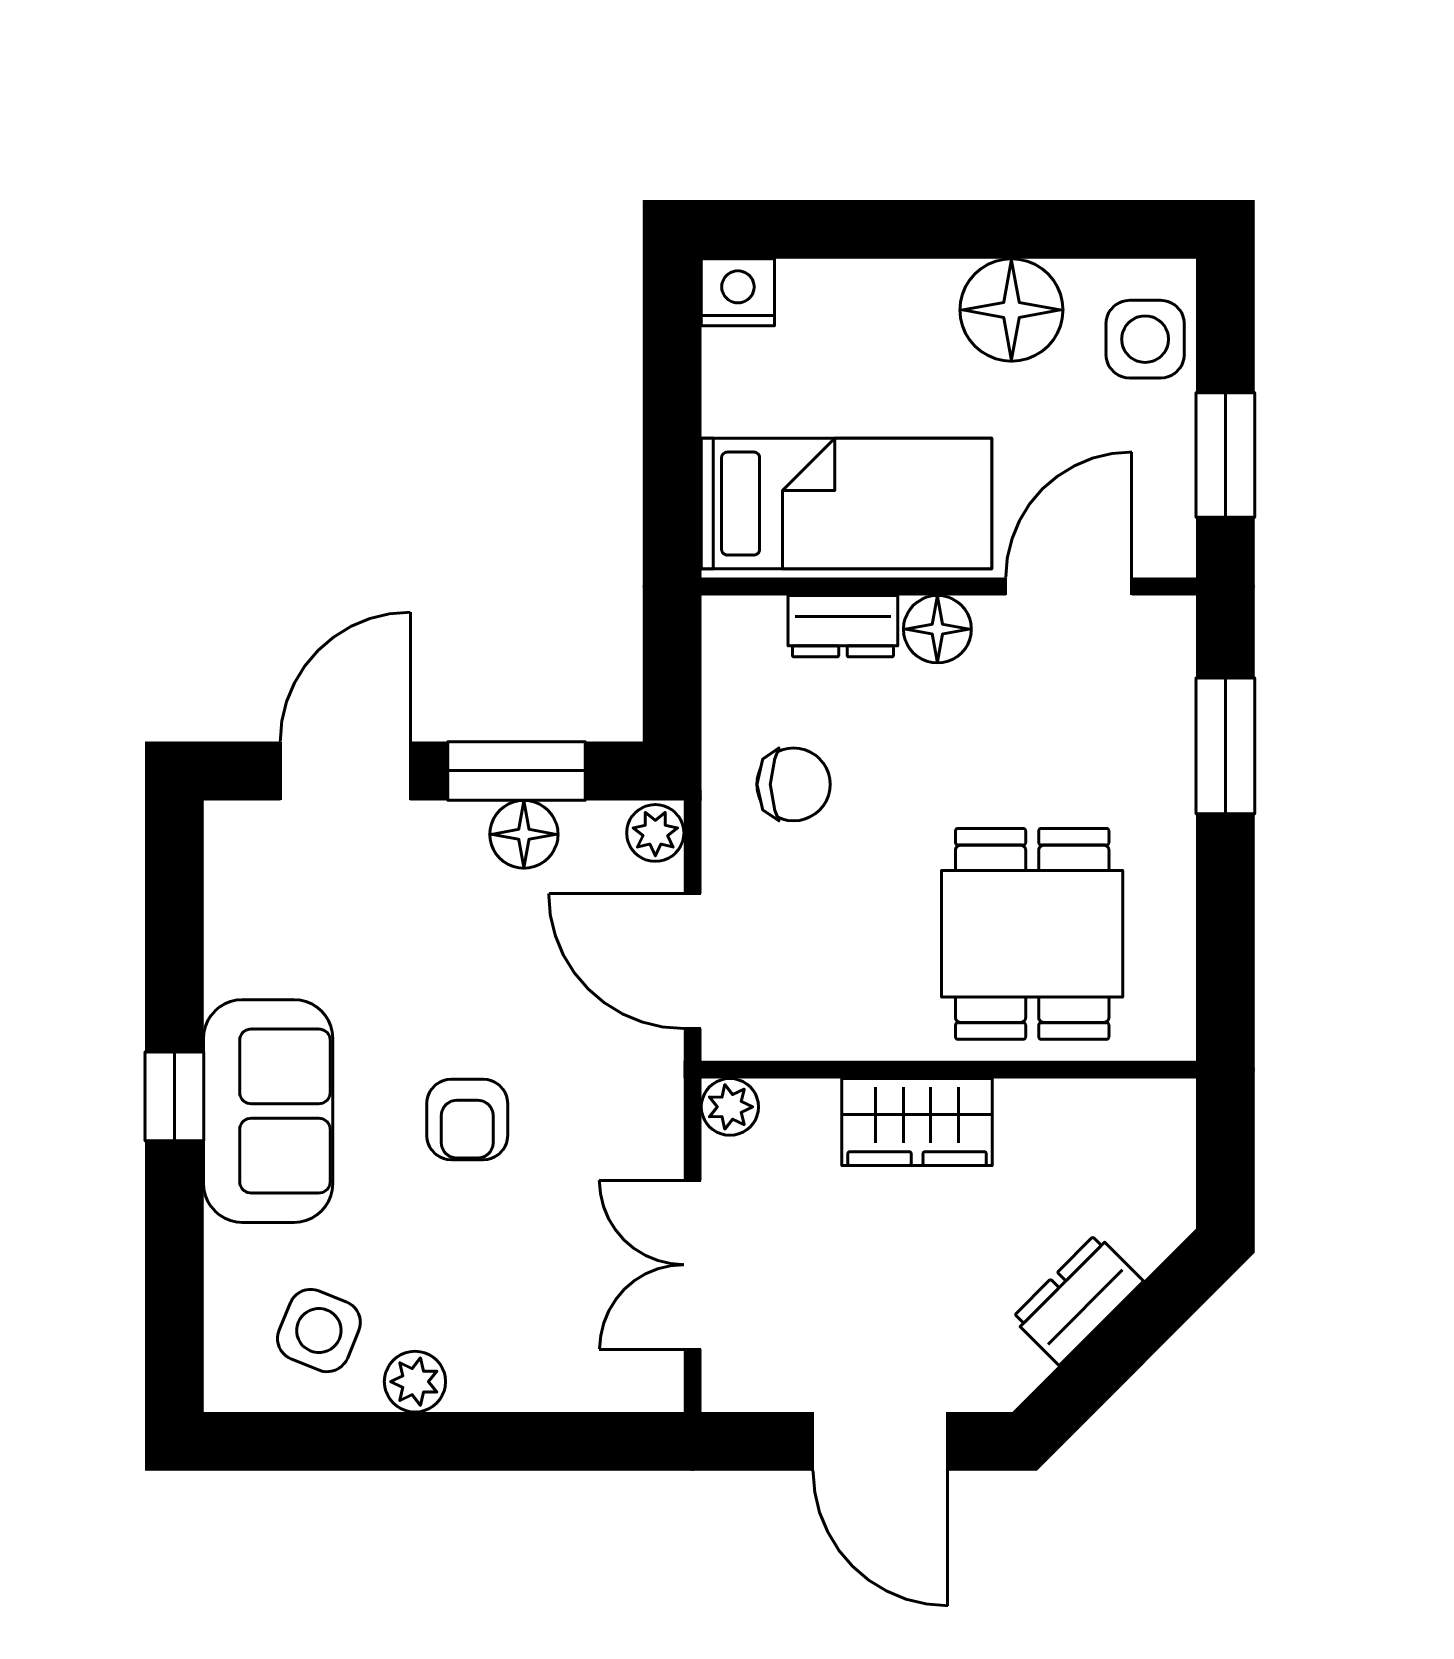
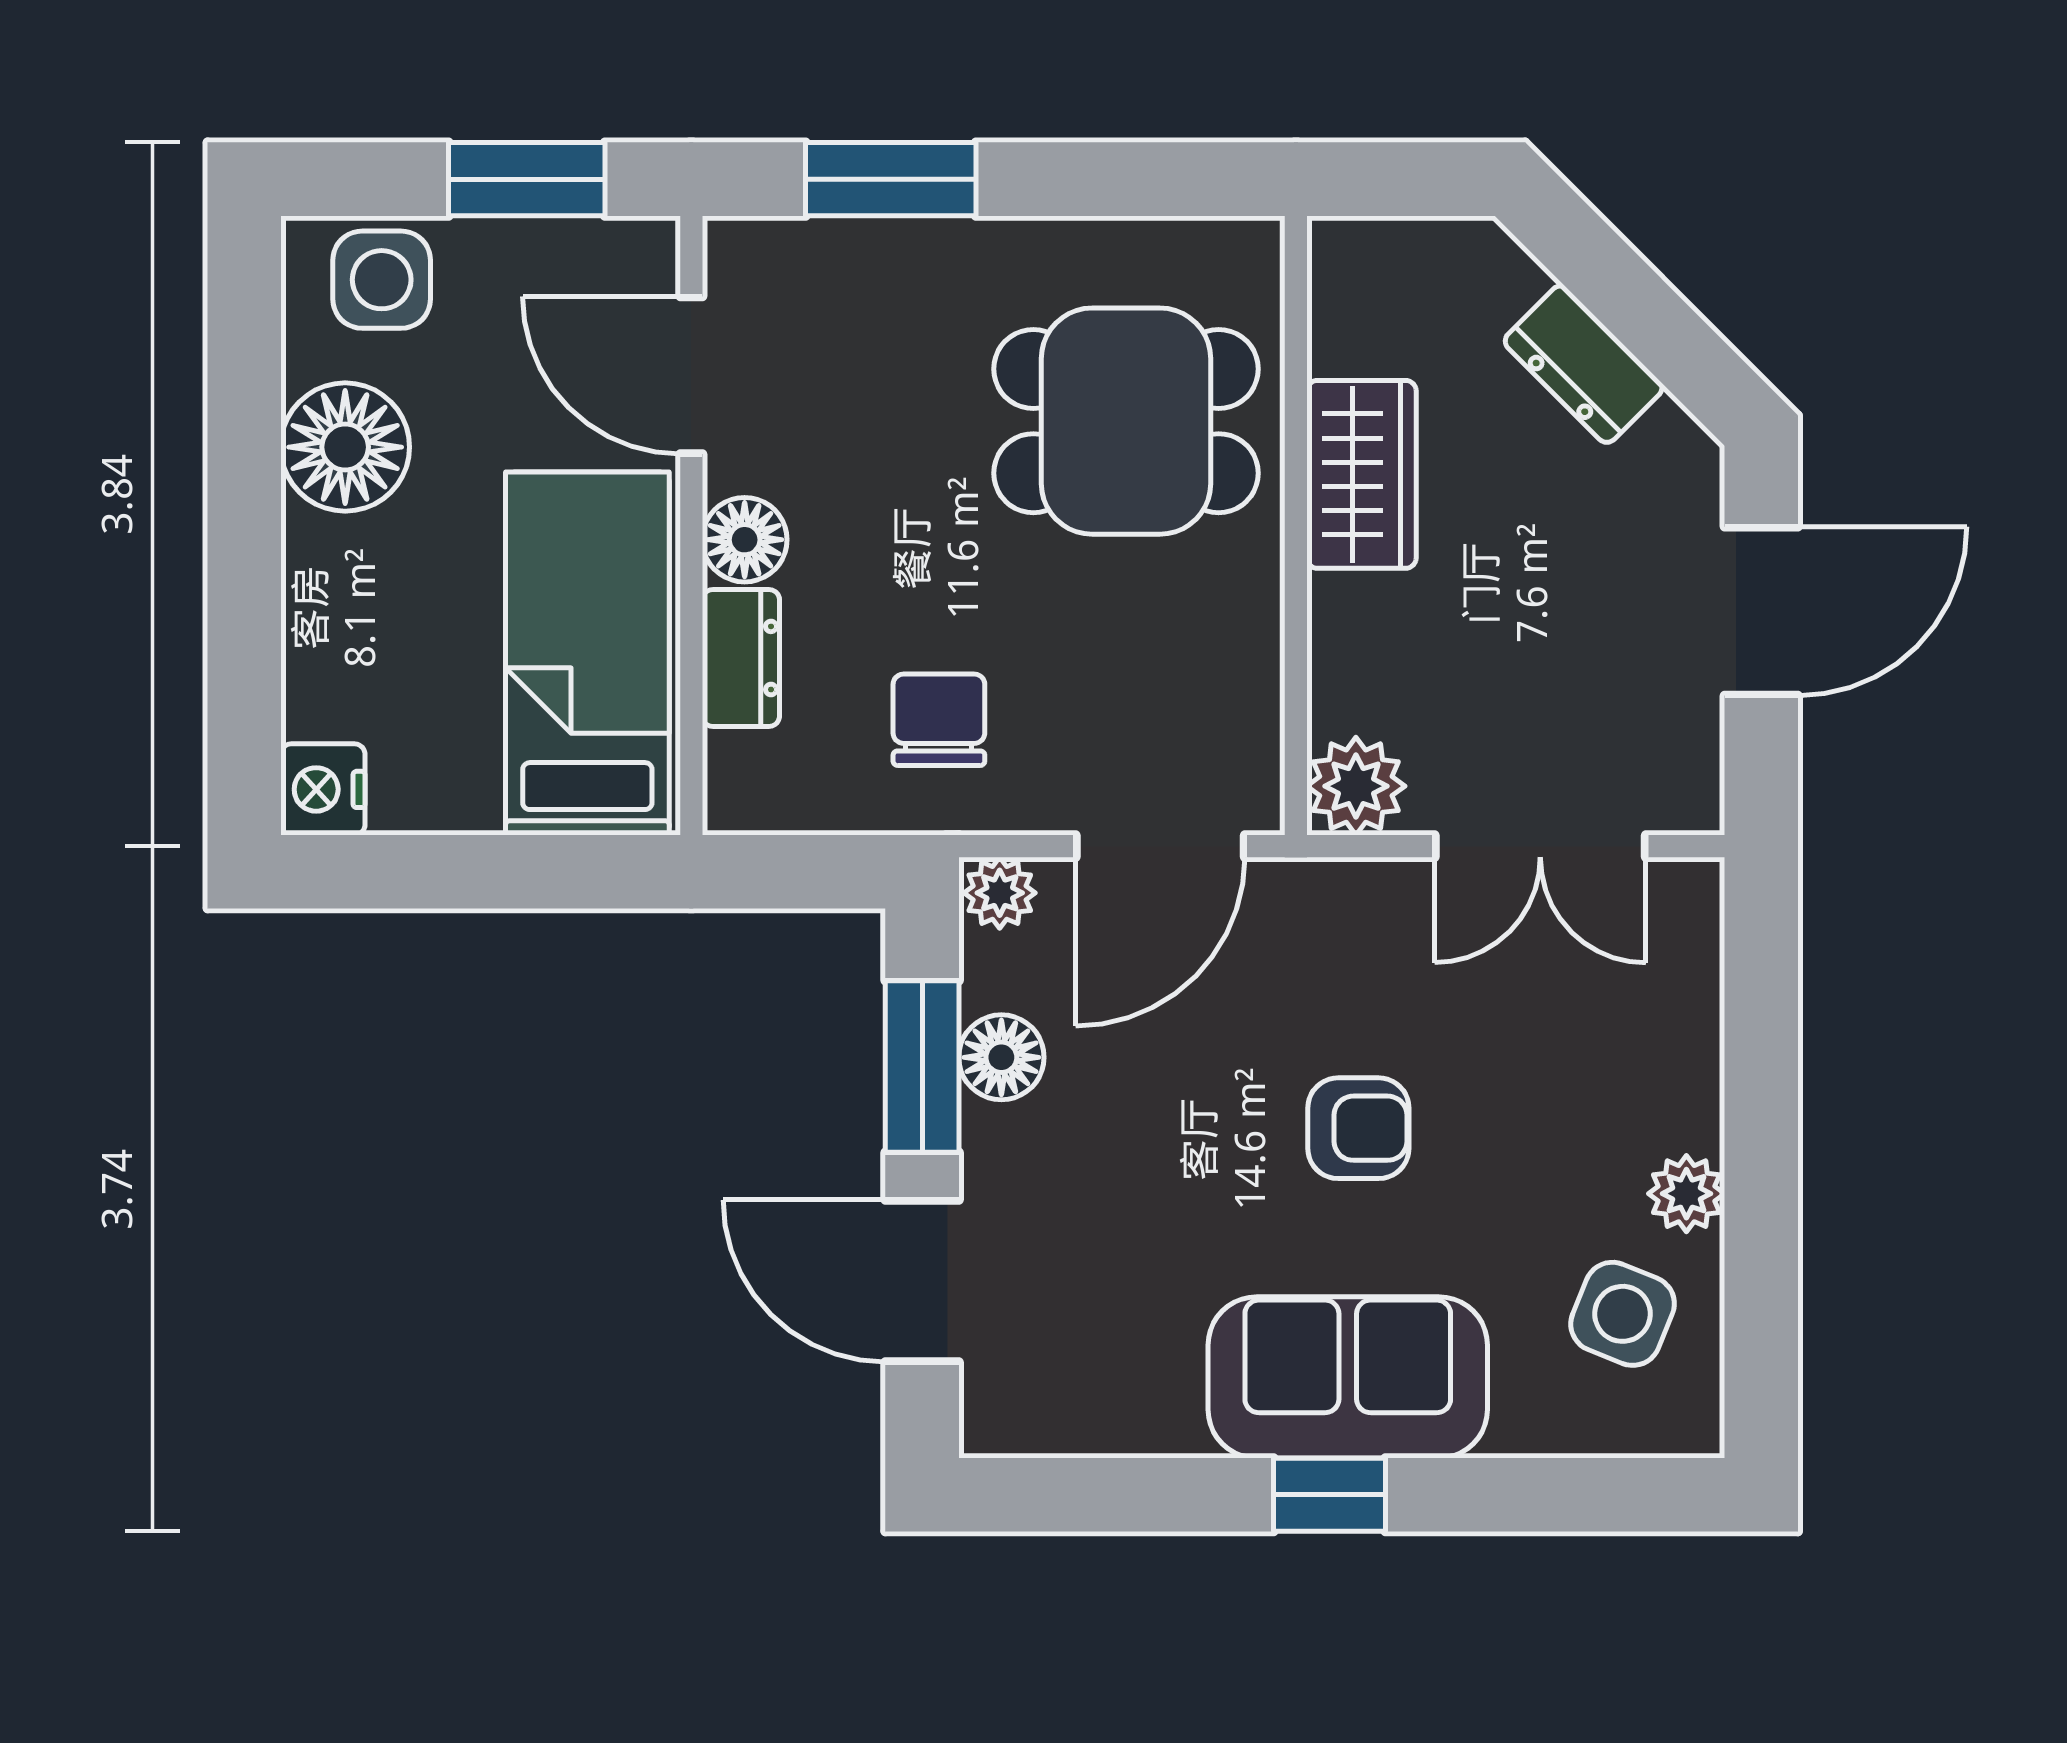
plant: (730, 1107) -> (1356, 786), width x1.38, depth x1.38
wardrobe: (917, 1122) -> (1361, 474), moved

